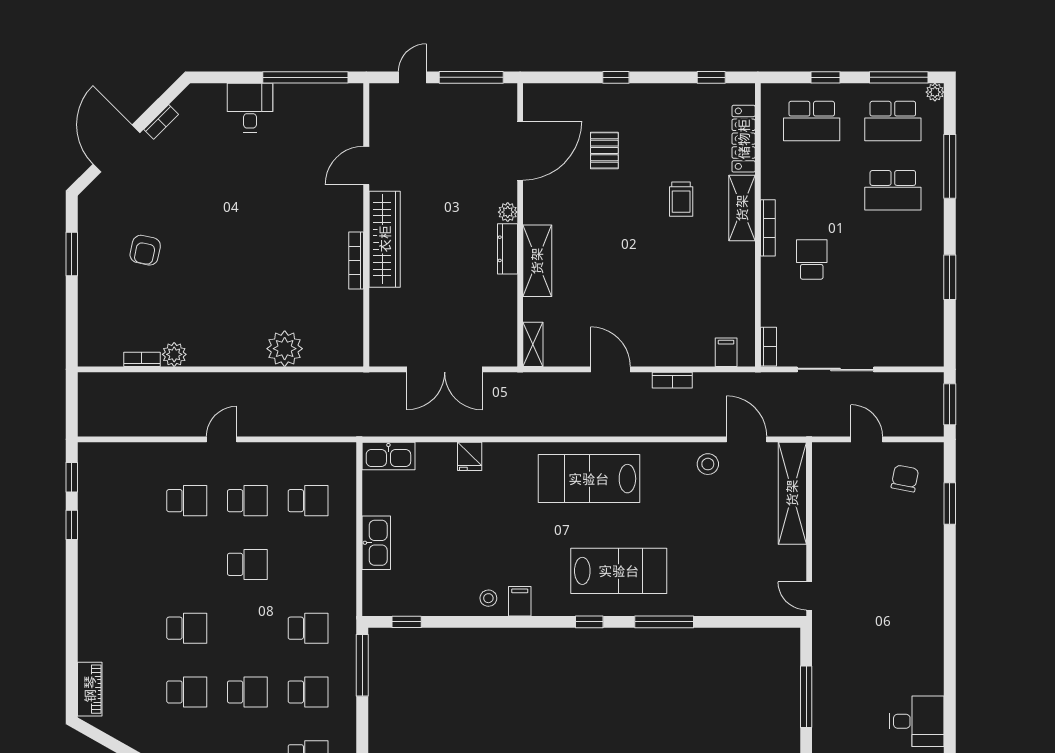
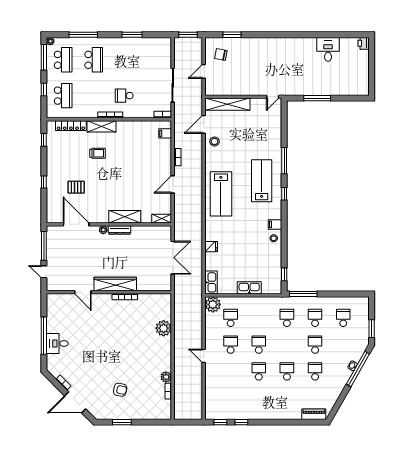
window: (305, 77) -> (44, 336), moved
plant: (338, 460) -> (213, 304), added
school desk: (187, 501) -> (259, 371), moved

